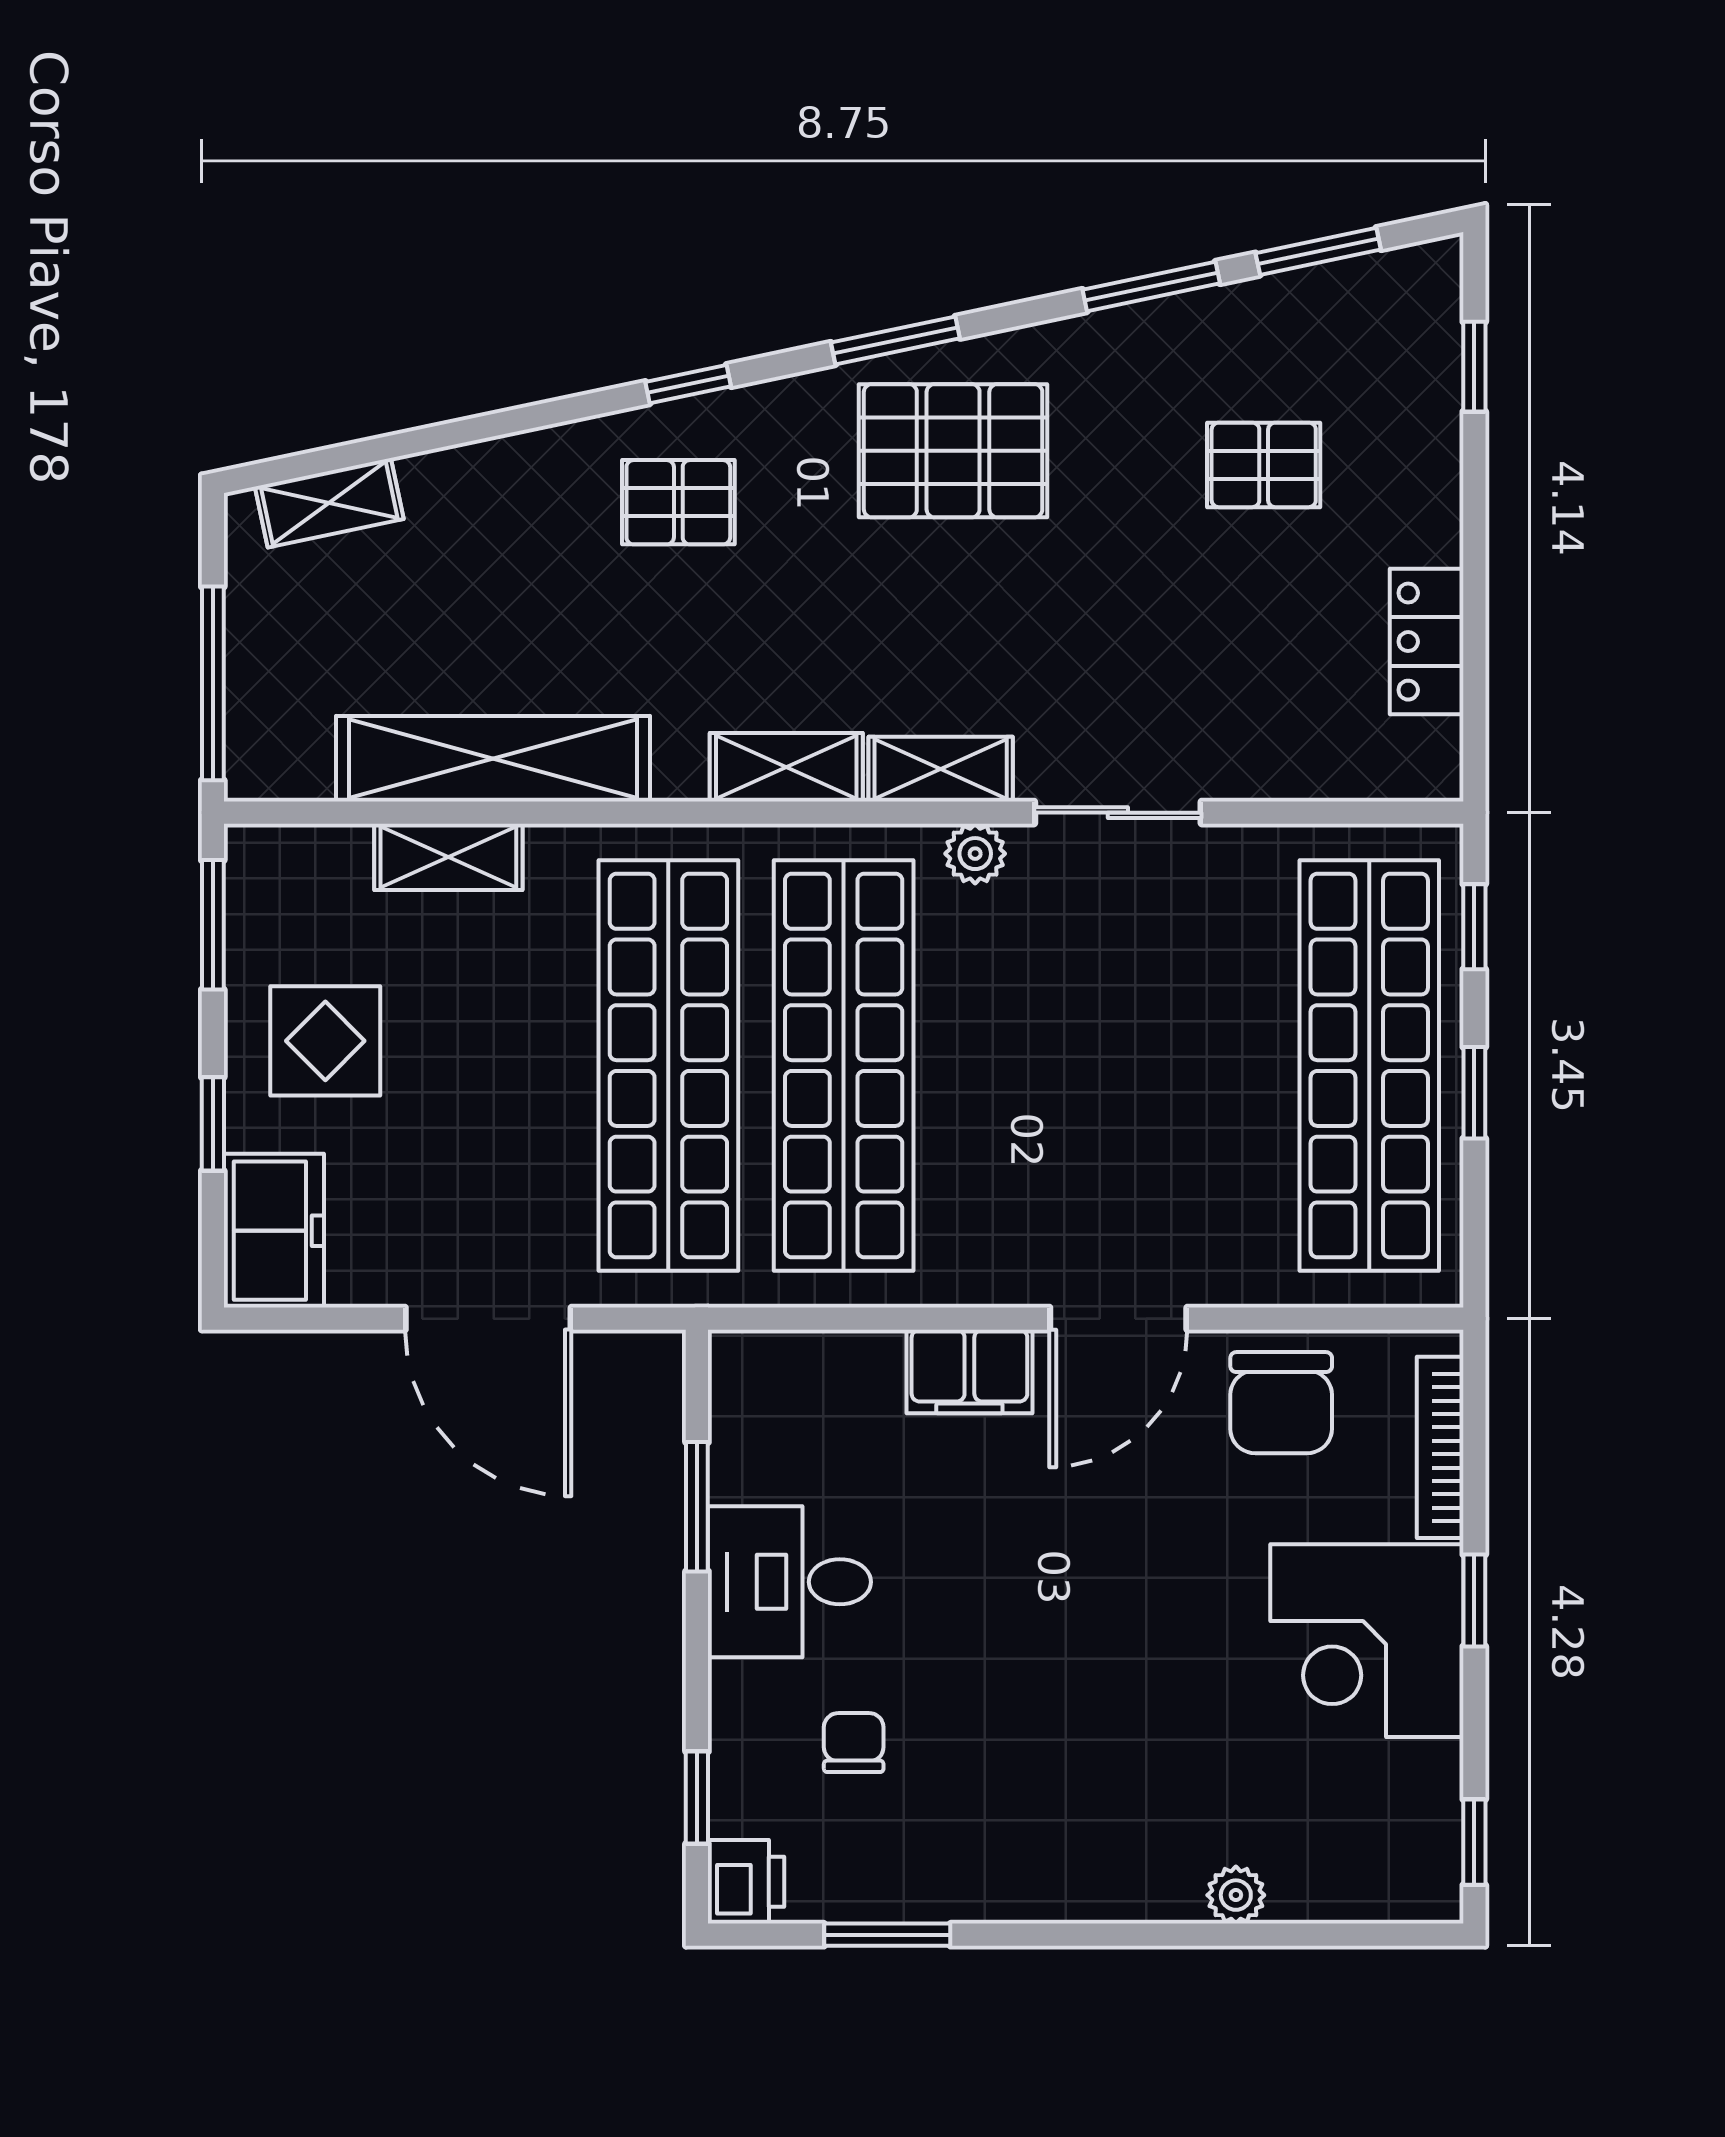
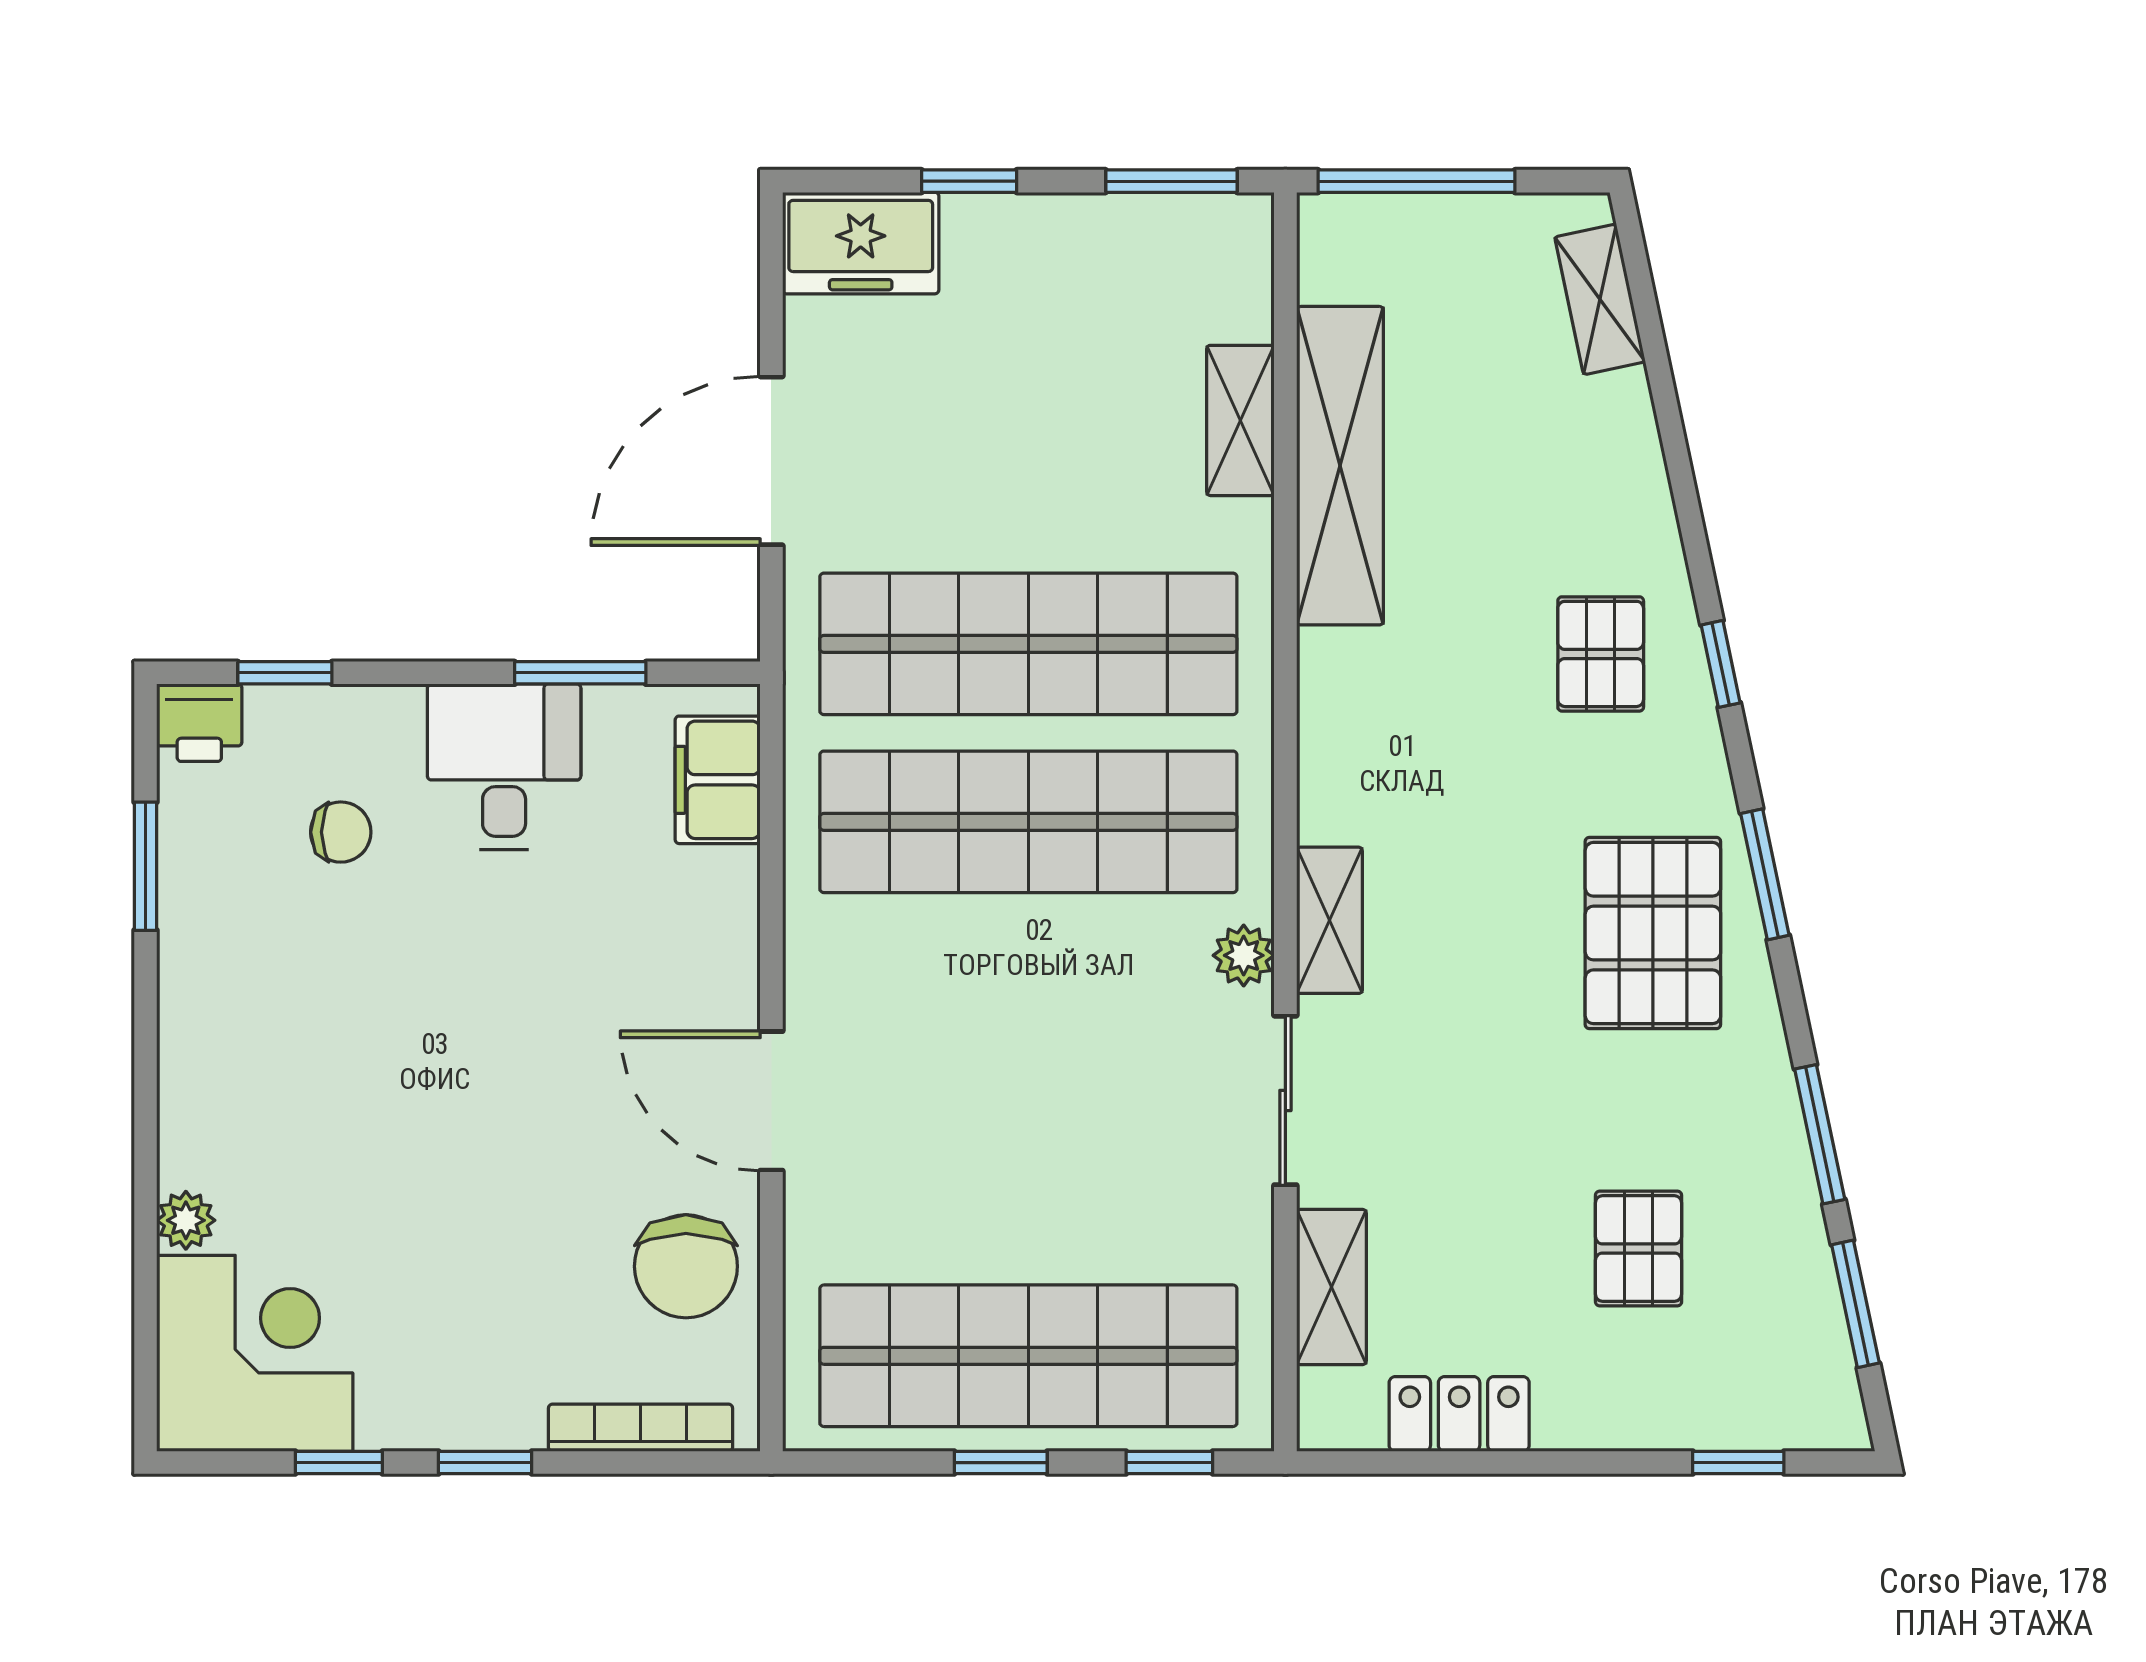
shelving: (786, 767) -> (1332, 1287), moved
display table: (325, 1041) -> (1053, 295), removed
filing cabinet: (969, 1371) -> (718, 780), moved
chair: (1281, 1403) -> (686, 1266), turned -90
corner desk: (1367, 1641) -> (255, 1353), moved, turned 90
window: (1474, 1842) -> (339, 1463), moved

